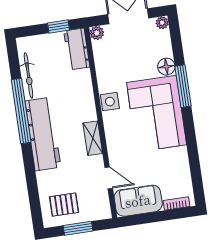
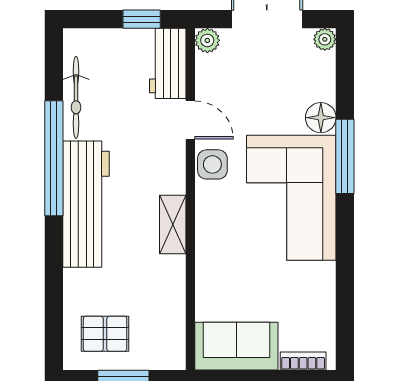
door: (109, 178) -> (190, 120), moved

